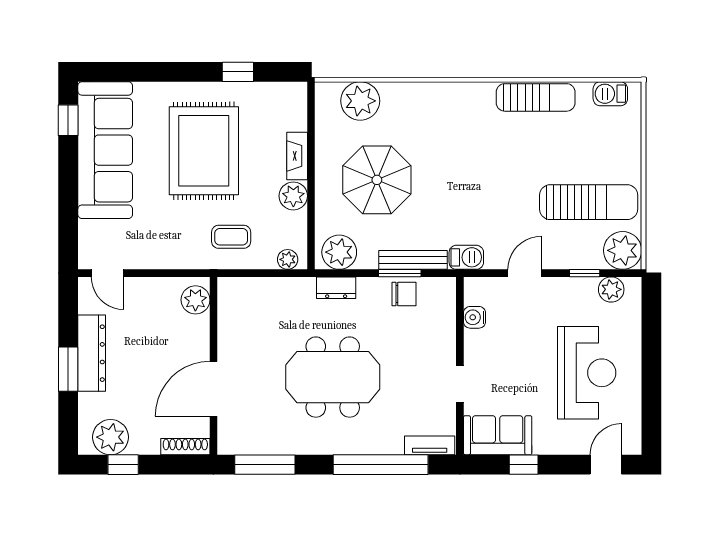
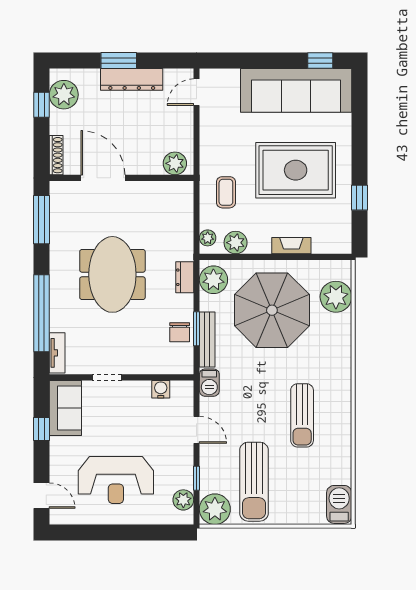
barbecue: (610, 94) -> (339, 504), width x1.38, depth x1.27
sun lounger: (536, 97) -> (302, 415), moved
parasol: (377, 180) -> (272, 310), width x1.36, depth x1.36
plant: (293, 196) -> (236, 243), moved

